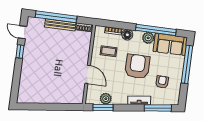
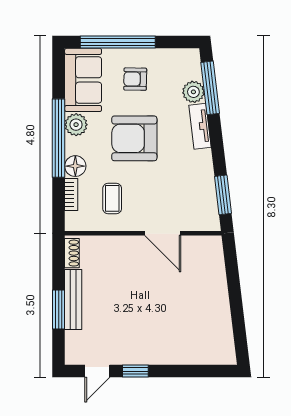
window: (56, 17) -> (59, 310), width x0.47
window: (156, 30) -> (59, 138), moved
door: (88, 74) -> (163, 233), swing flipped
armchair: (162, 82) -> (135, 79), moved
plant: (106, 99) -> (193, 92), moved

